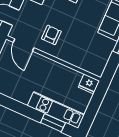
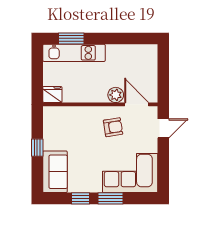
armchair: (51, 35) -> (113, 127), turned -99
plant: (37, 60) -> (116, 95), added

